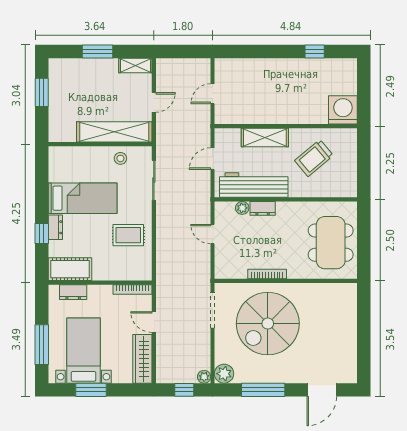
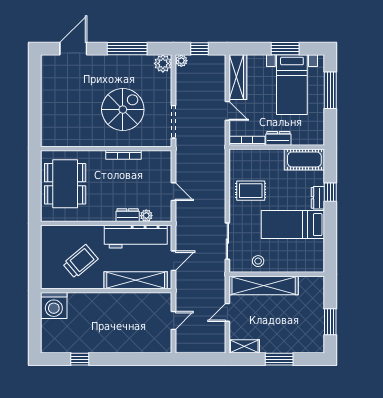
shelving: (265, 137) -> (136, 280), width x1.47
dresser: (73, 292) -> (278, 138), moved
spiral stairs: (268, 324) -> (123, 110), width x0.73, depth x0.73

